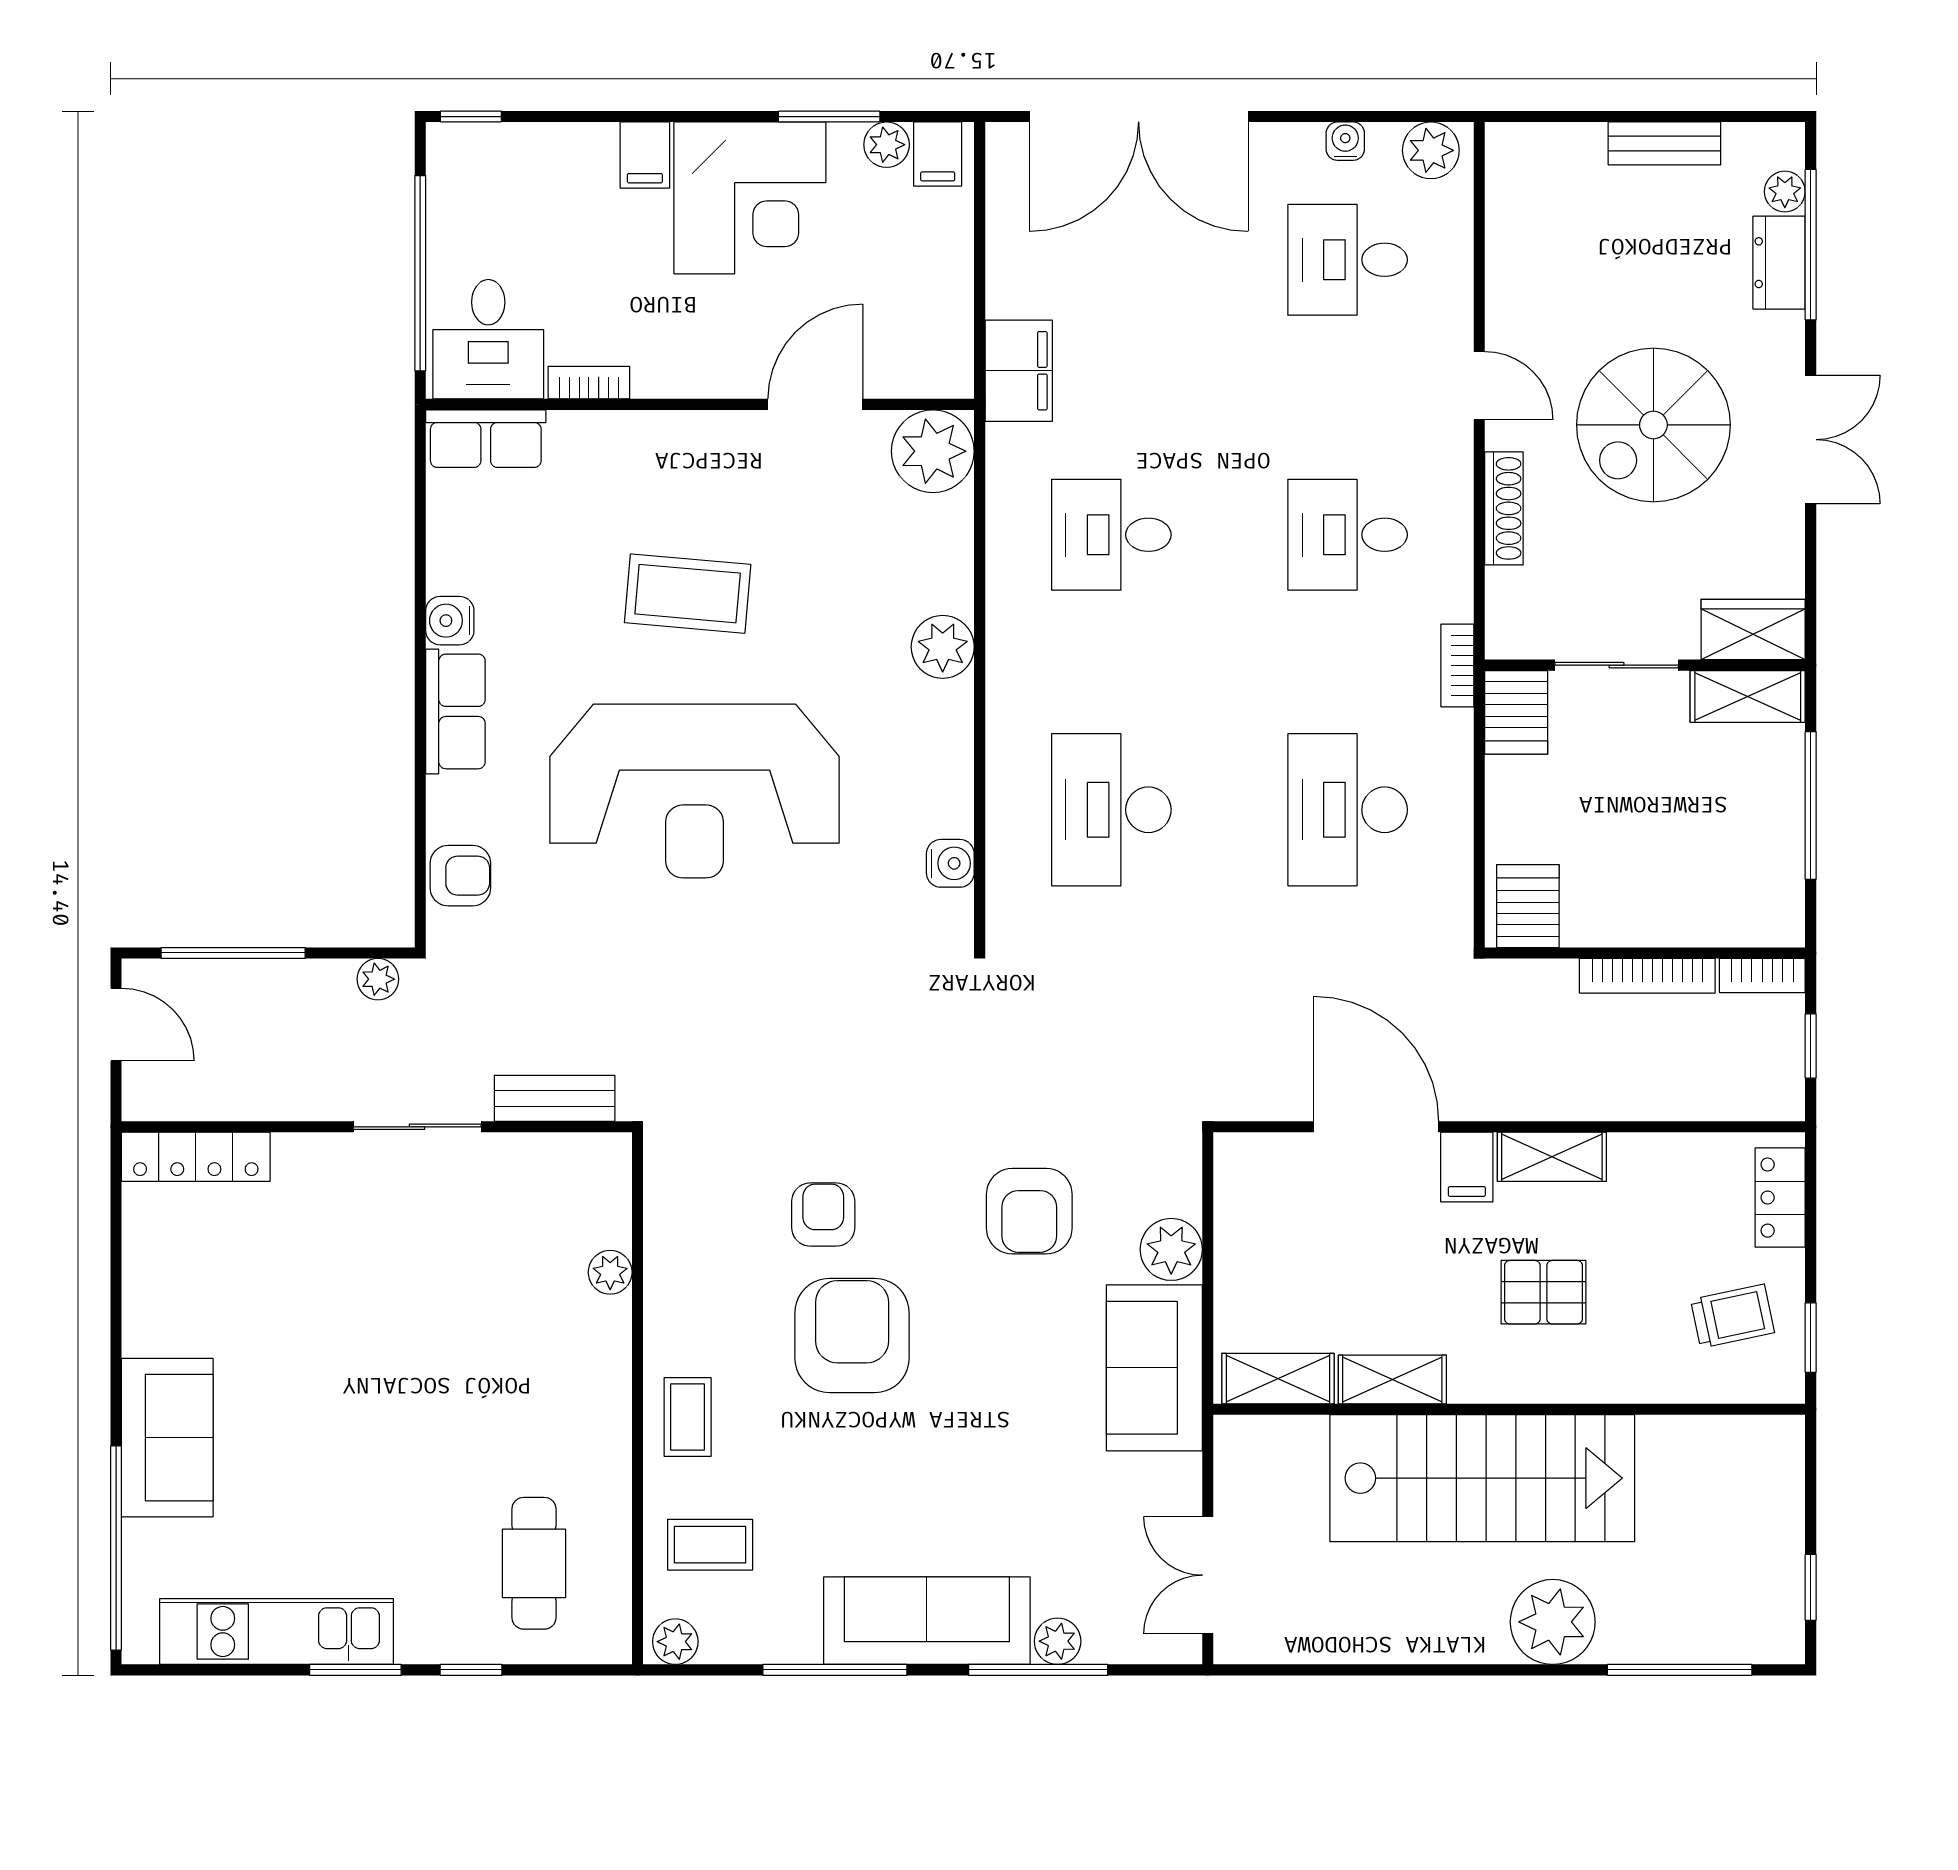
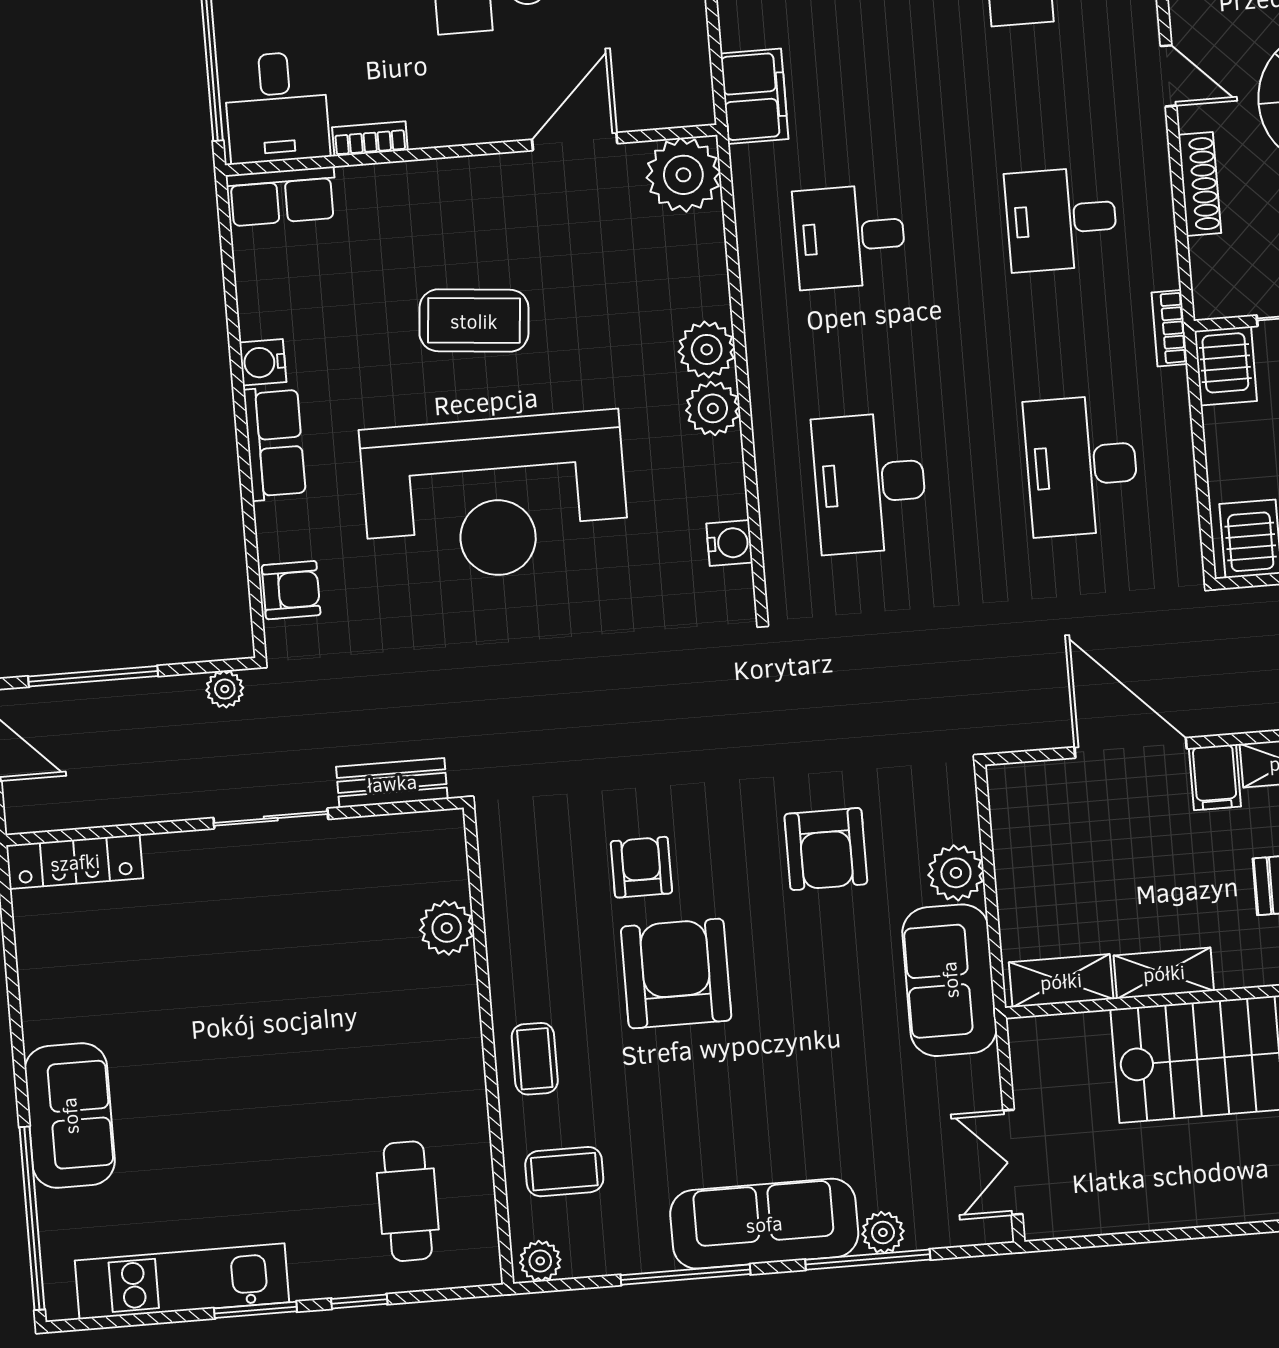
plant: (944, 713) -> (713, 408), added
plant: (610, 1272) -> (447, 928), width x1.38, depth x1.38

